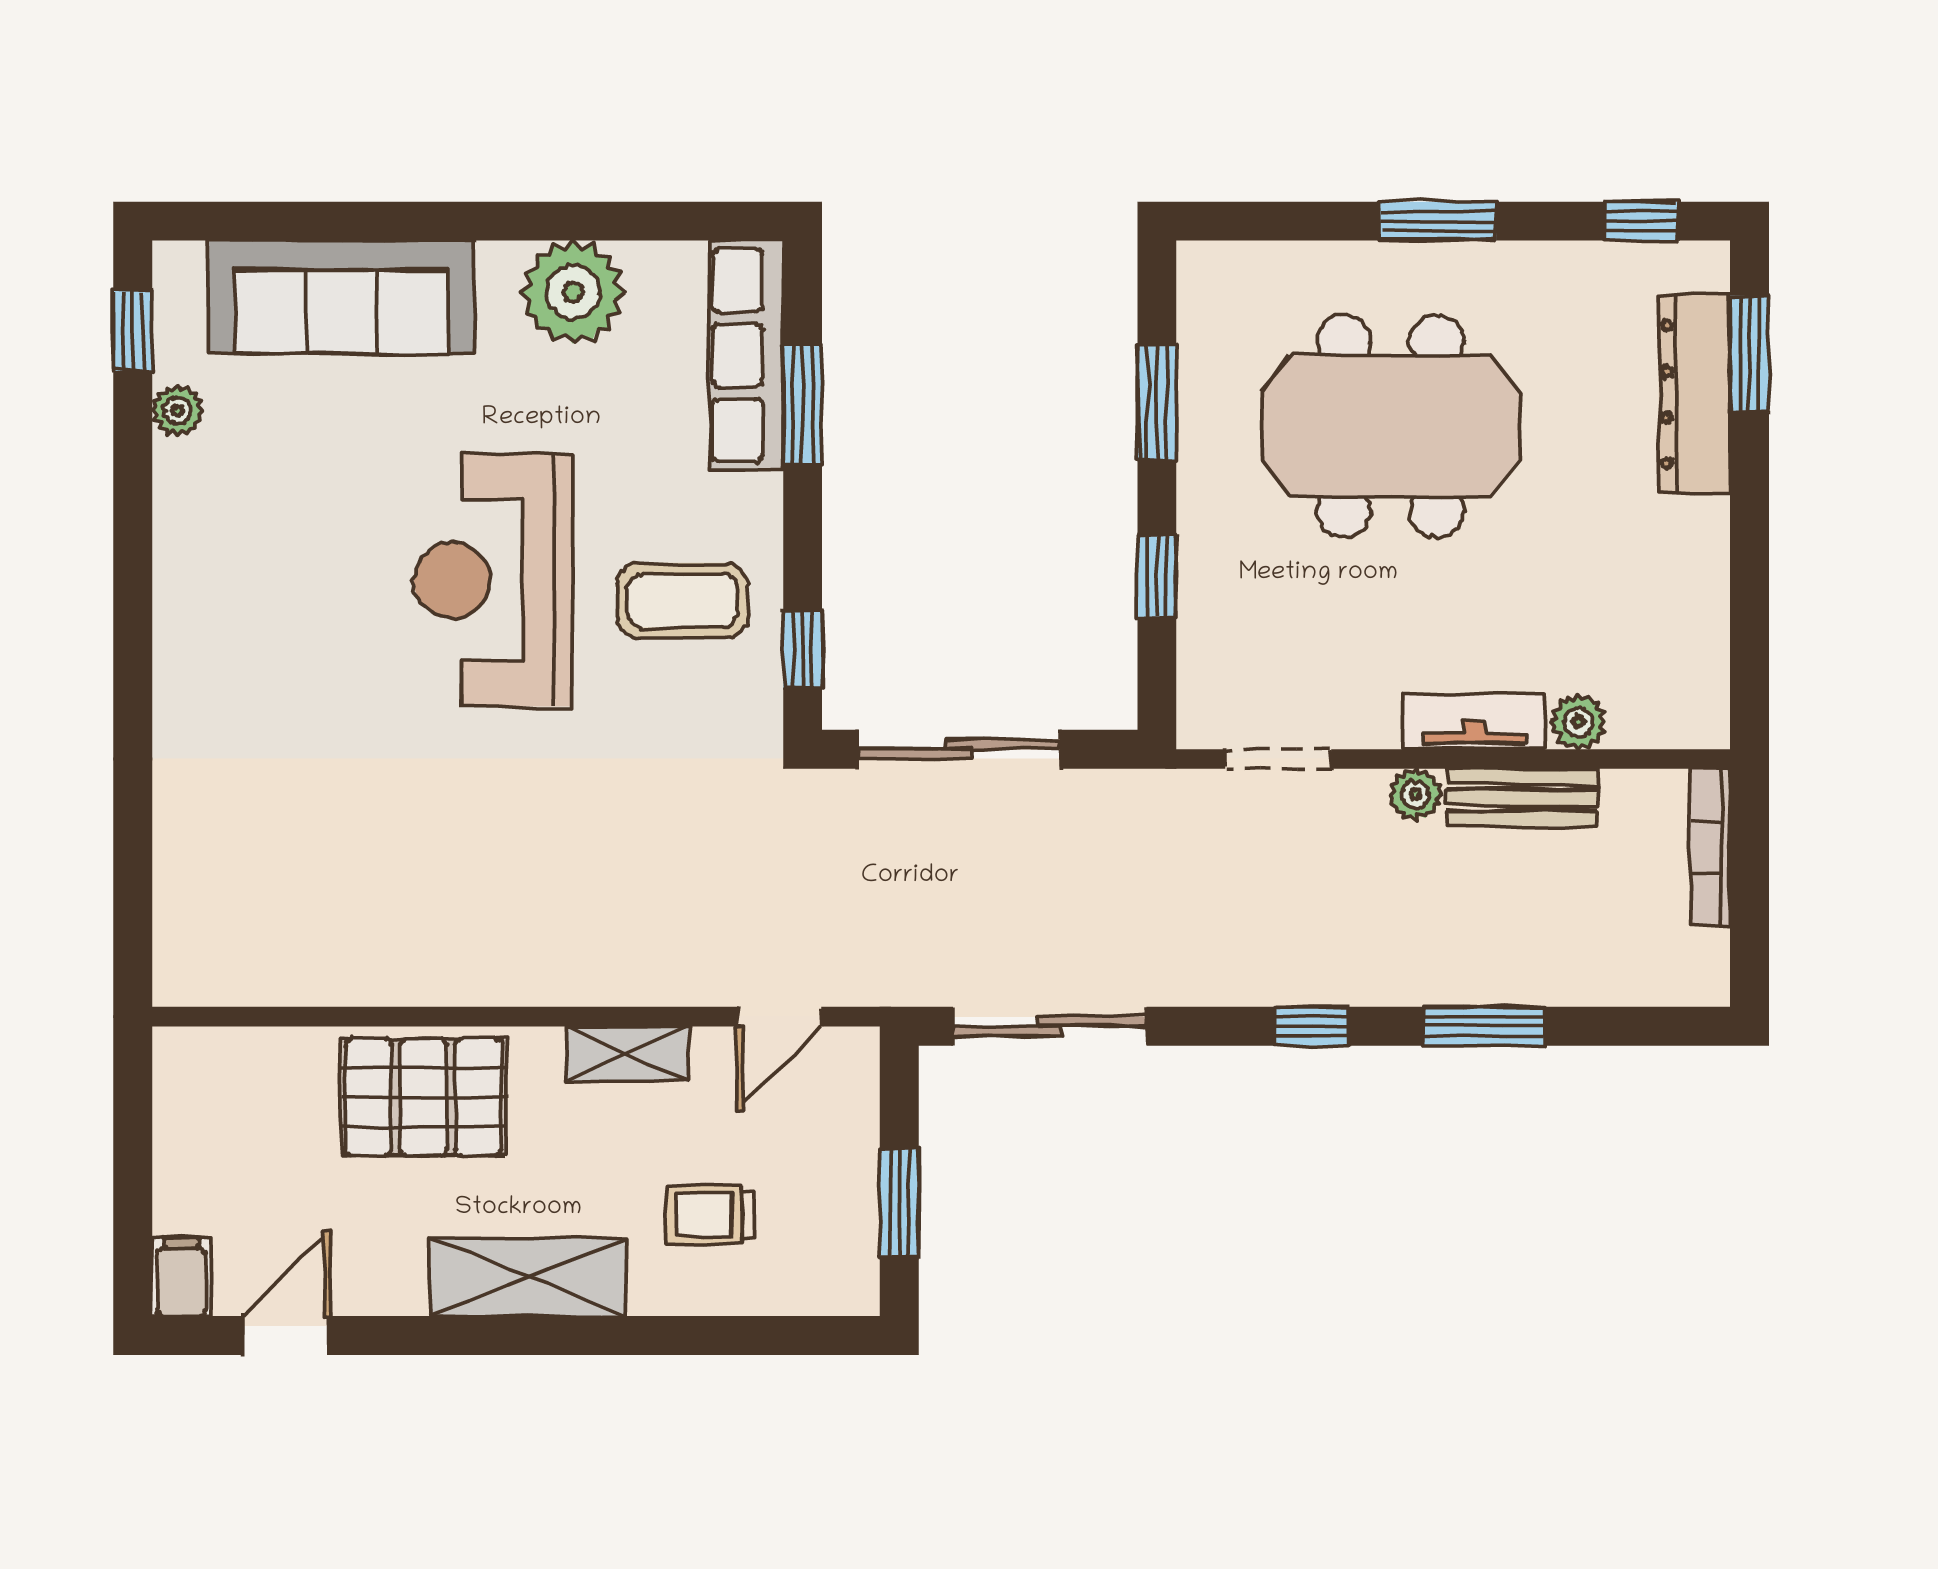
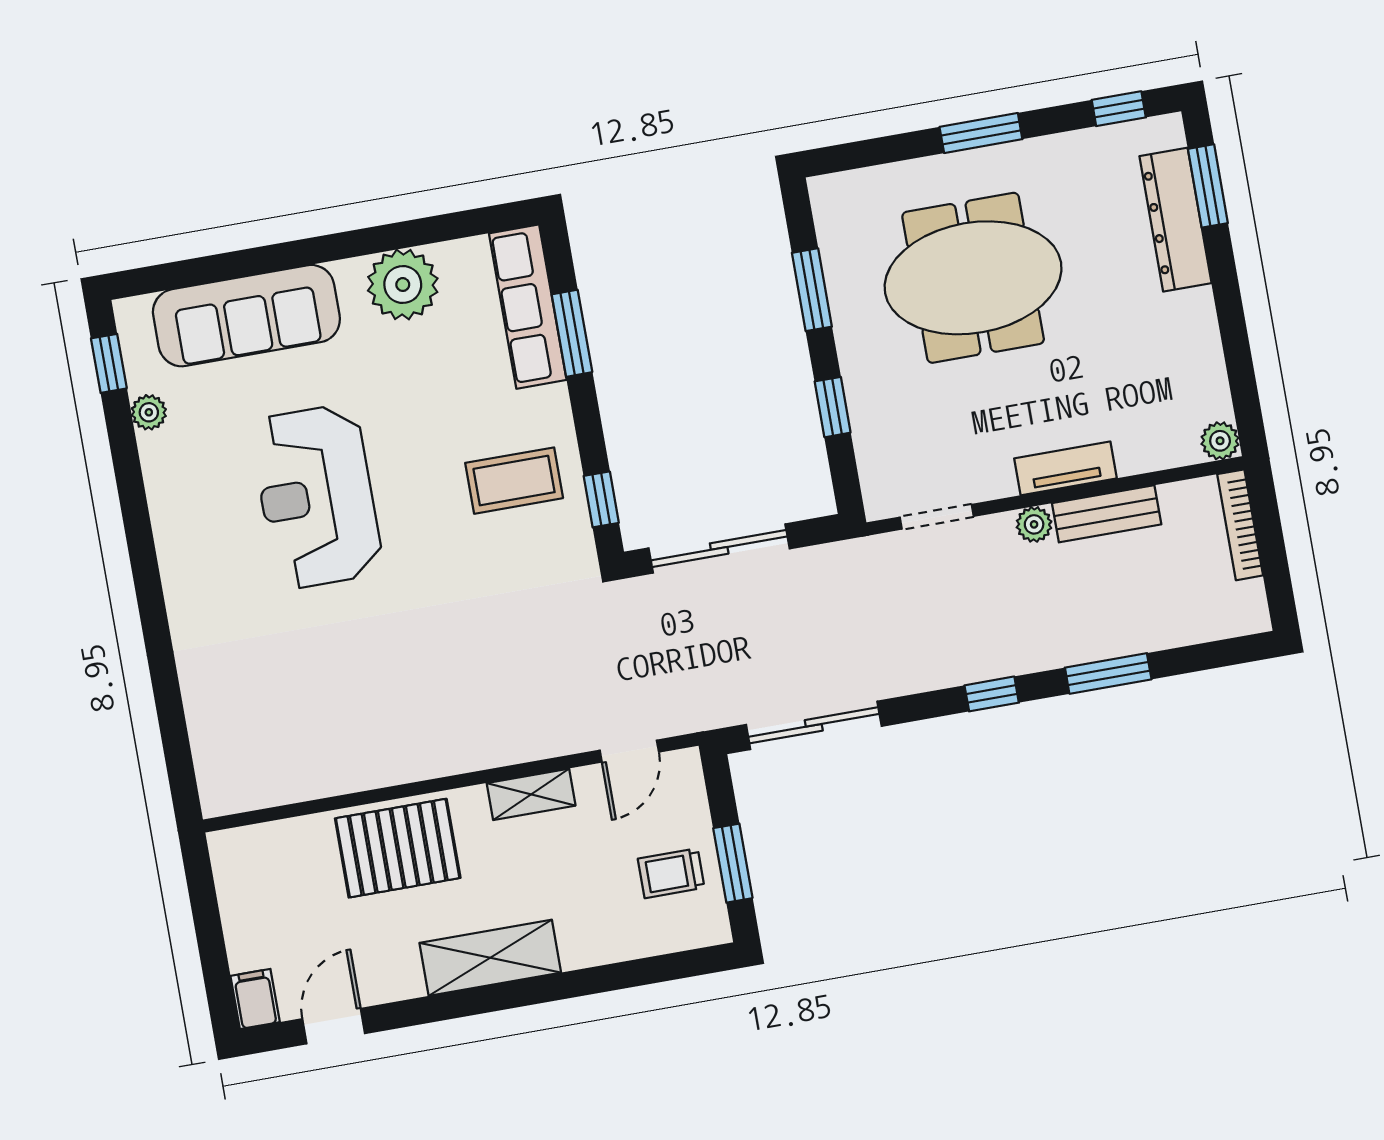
reception desk: (493, 580) -> (317, 497), moved
plant: (1578, 722) -> (1220, 441), moved
trolley: (710, 1214) -> (671, 873), moved

